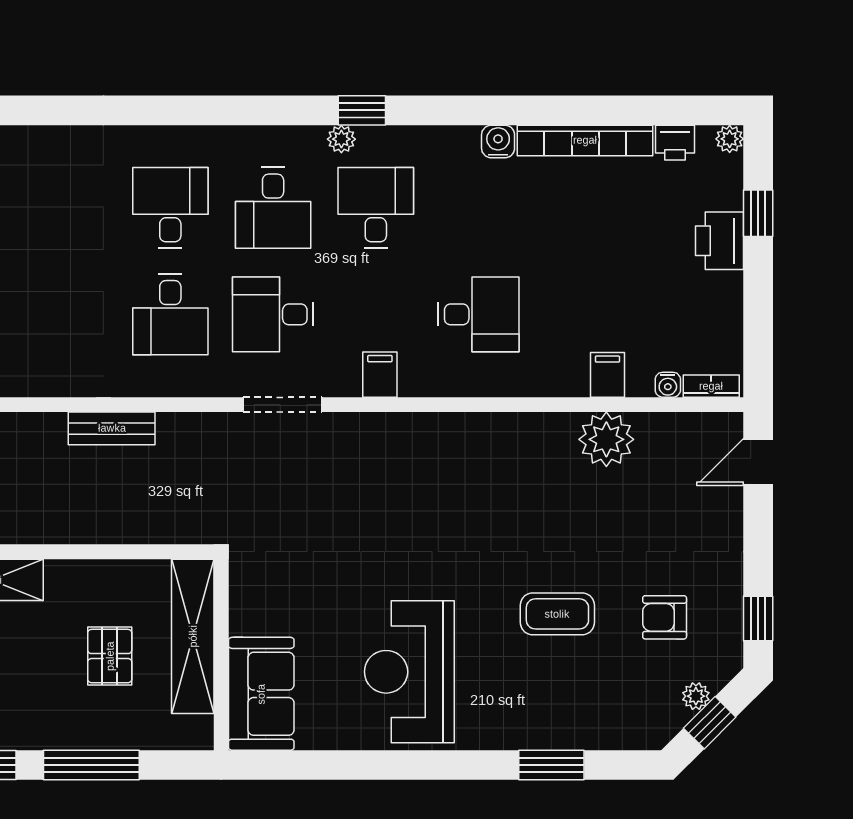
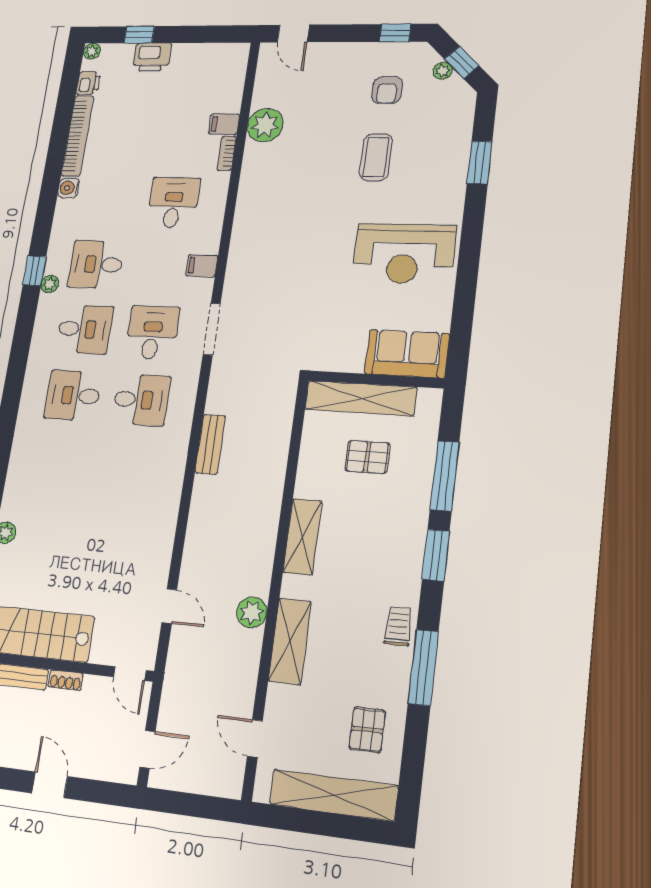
desk: (273, 314) -> (152, 333), turned 180
water cooler: (668, 385) -> (236, 88), removed
bookcase: (711, 386) -> (227, 153), moved

